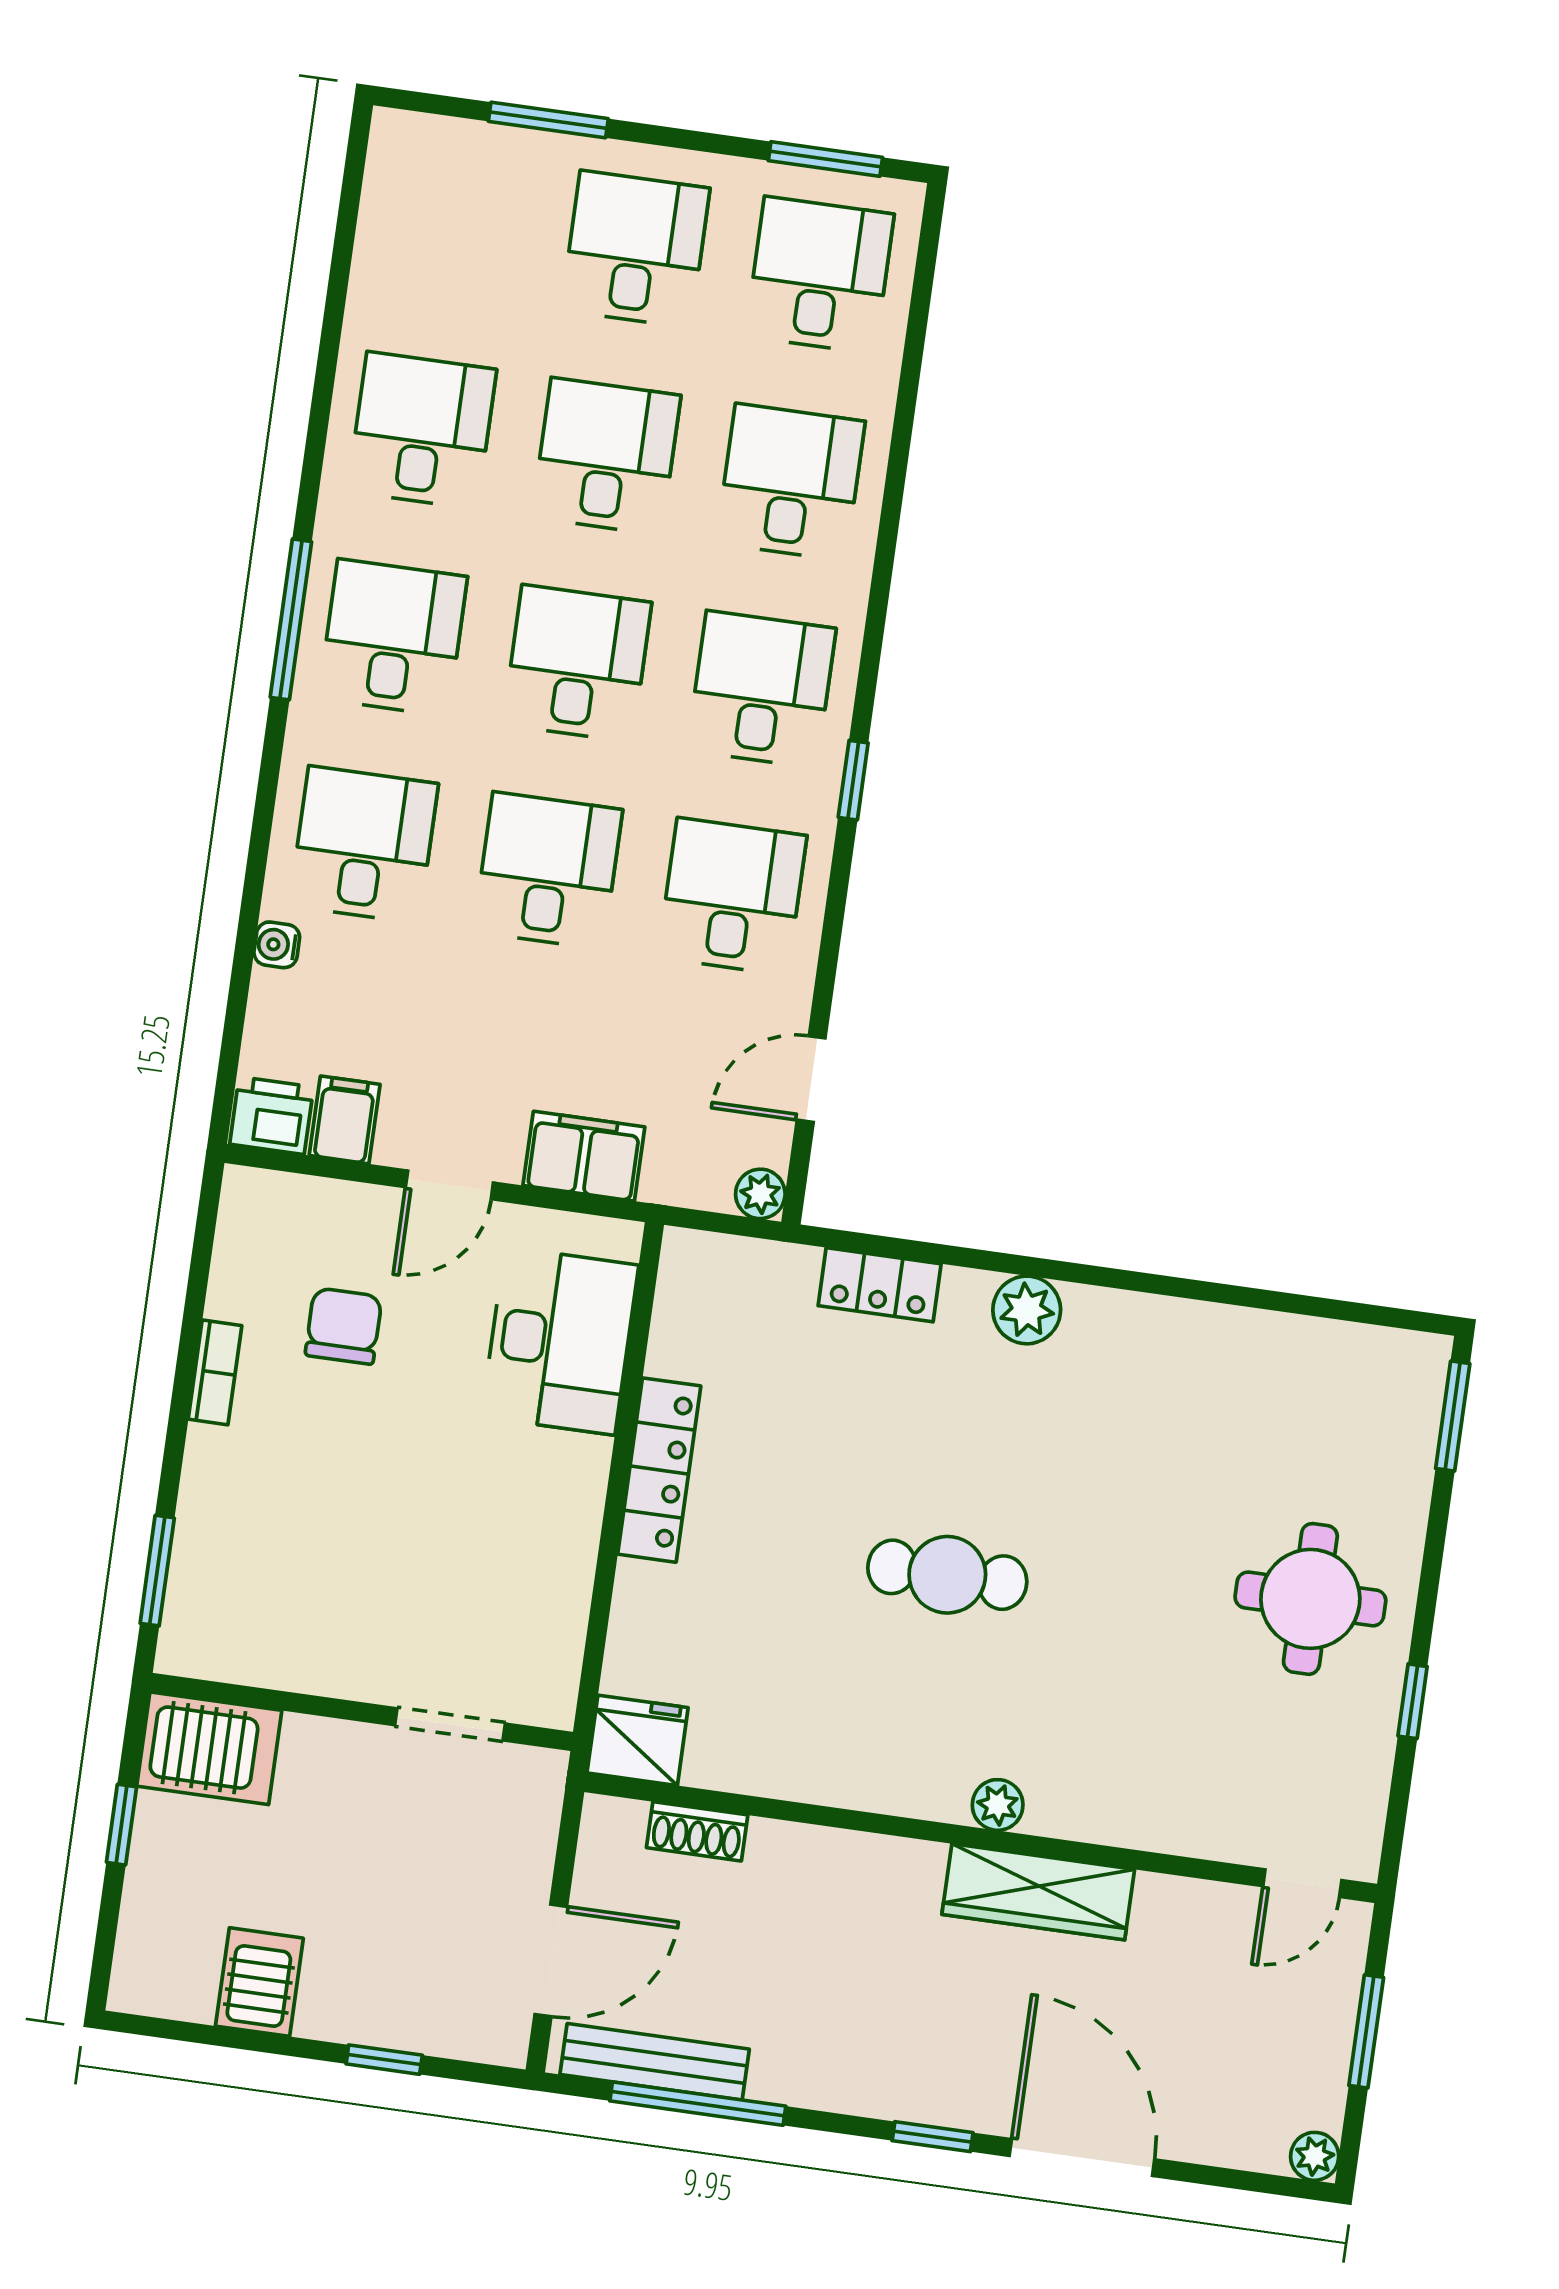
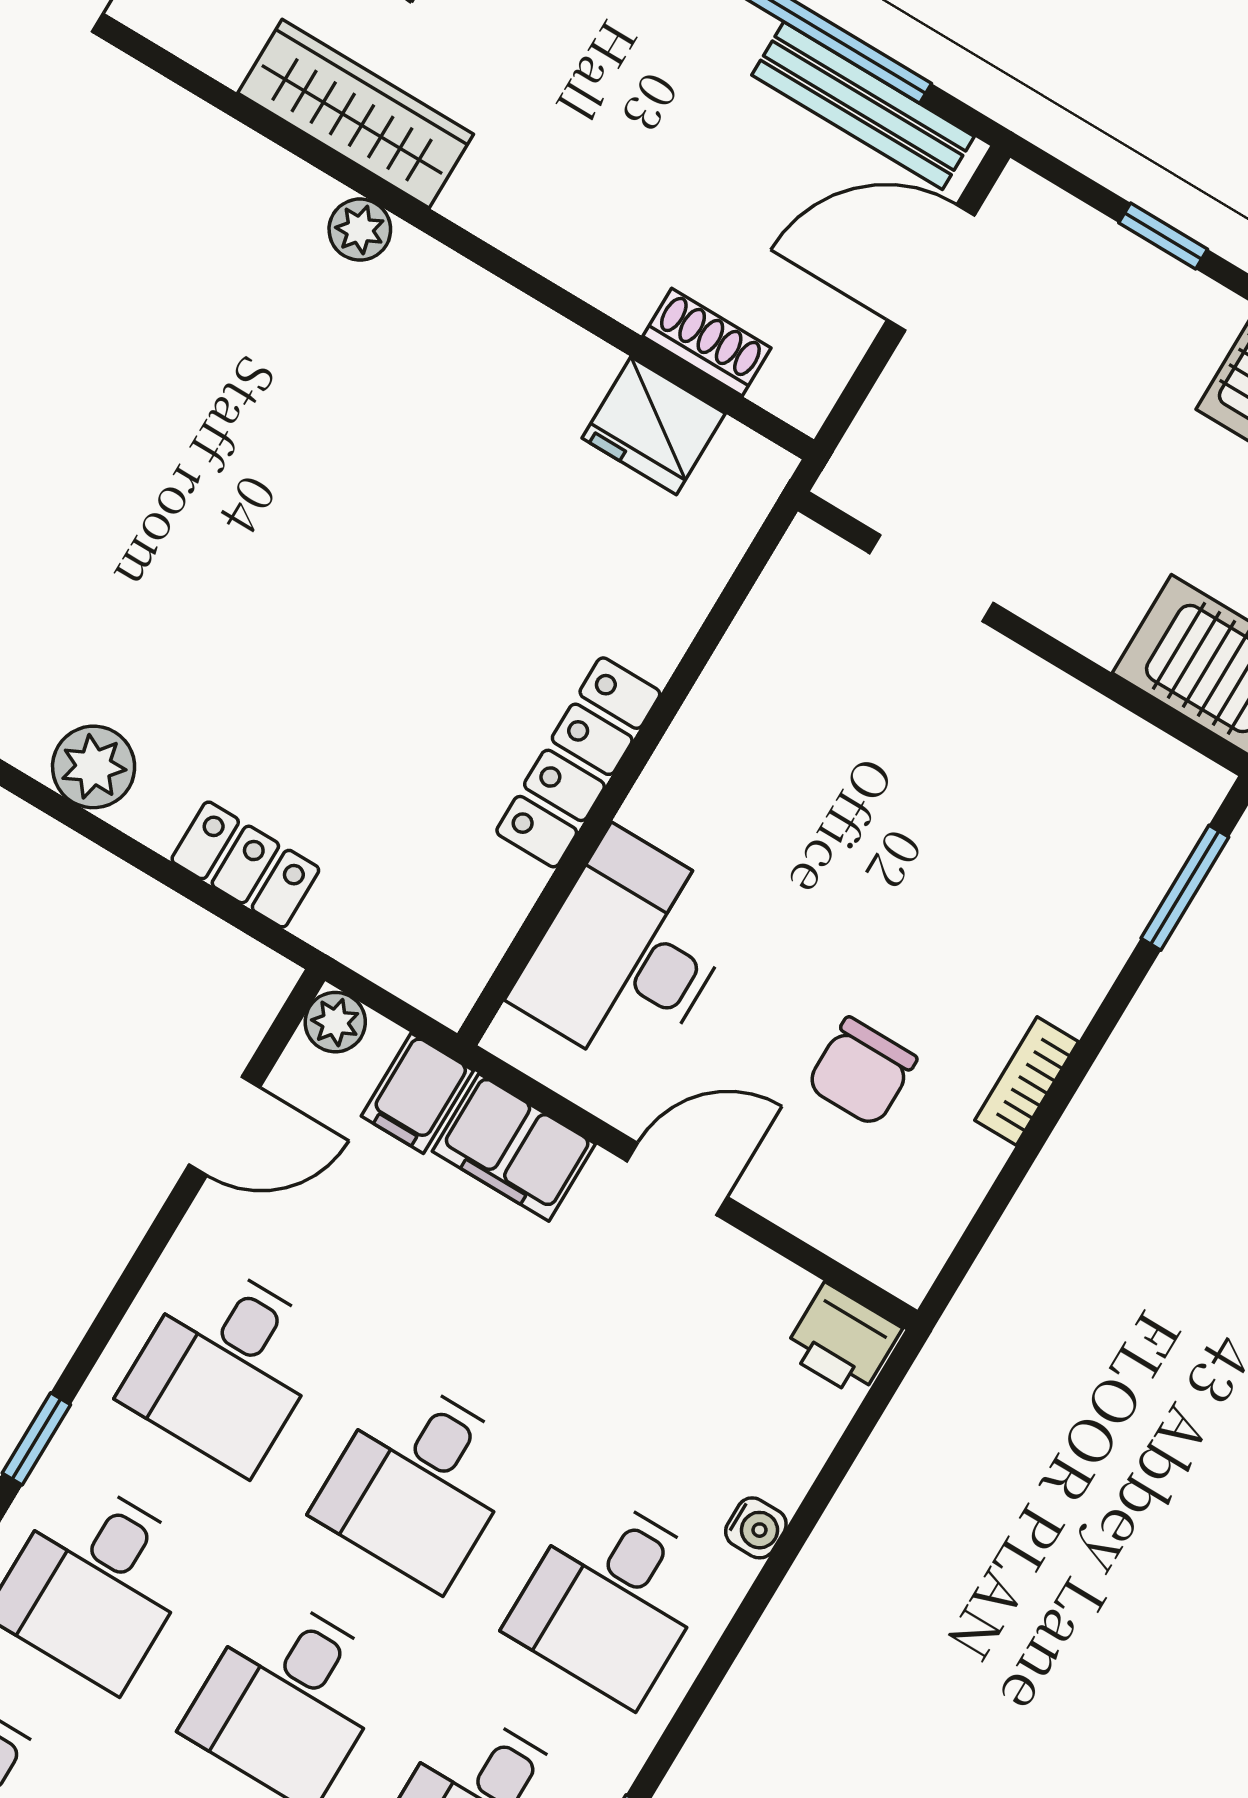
filing cabinet: (345, 1120) -> (417, 1093), moved
cafe table: (947, 1575) -> (307, 510), removed
fridge: (638, 1740) -> (654, 426), moved

